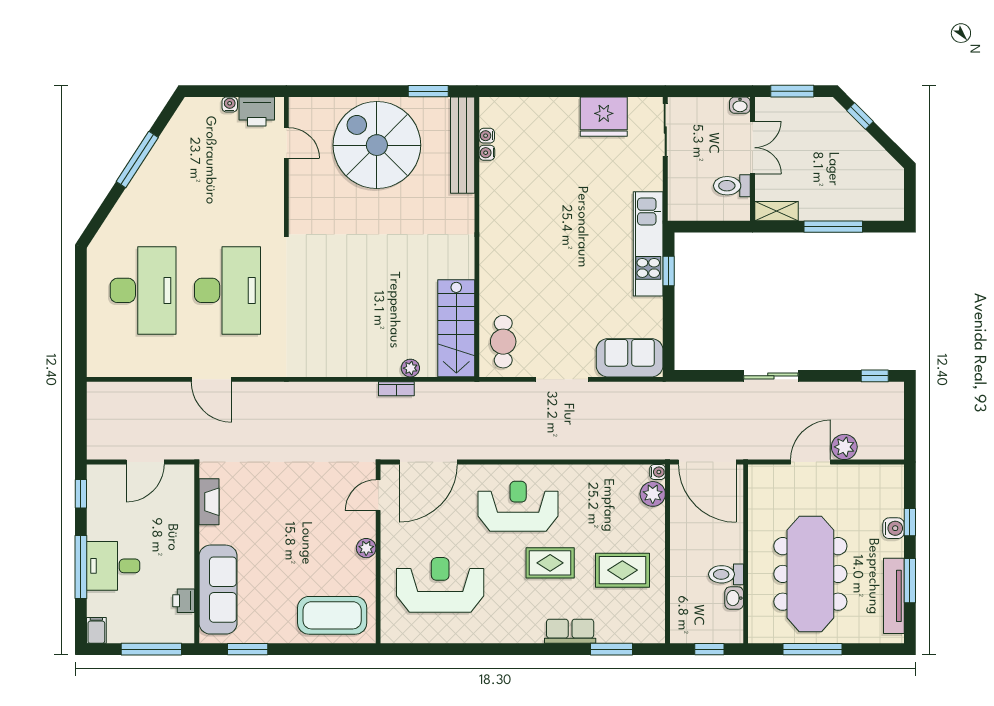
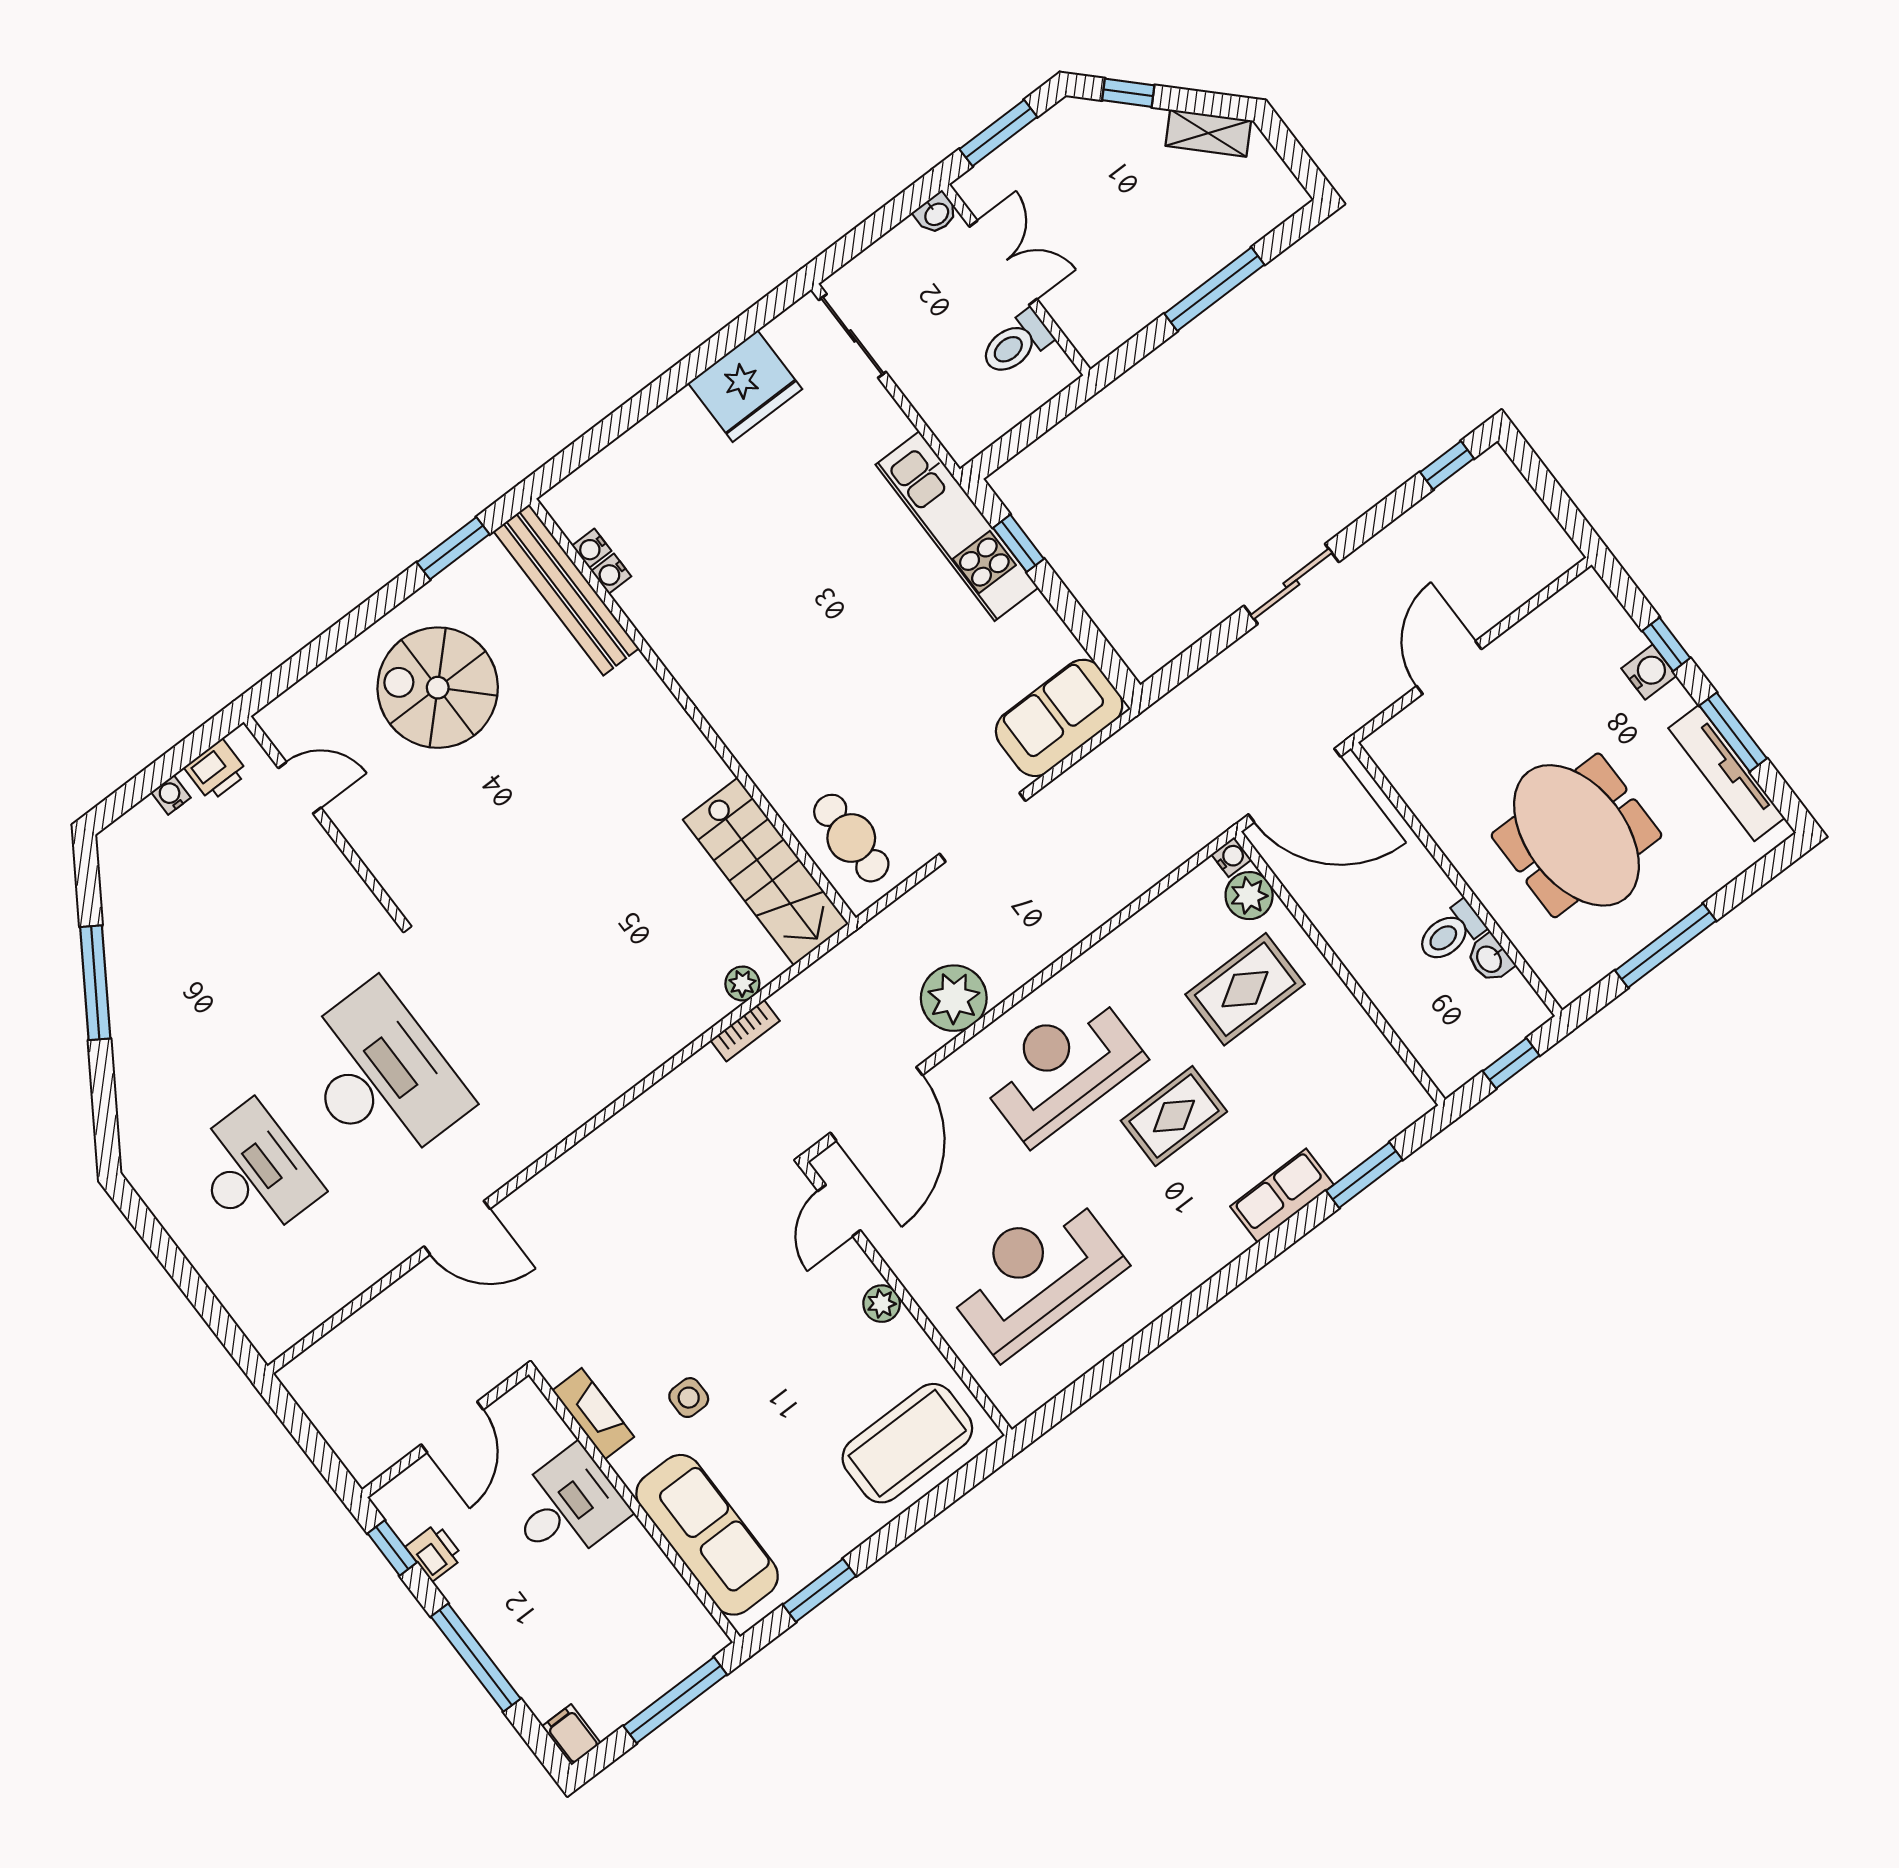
printer: (257, 111) -> (216, 770), width x0.73, depth x0.81
spiral stairs: (377, 145) -> (438, 688), width x0.73, depth x0.73
shelving: (777, 211) -> (1208, 133), moved, turned 45
desk: (143, 290) -> (253, 1172), width x0.73, depth x0.77
plant: (844, 447) -> (954, 998), moved, width x1.36, depth x1.36
side table: (254, 526) -> (689, 1398), added
desk: (113, 566) -> (567, 1507), moved, turned 180
rug: (622, 570) -> (1245, 989), moved
meeting table: (810, 574) -> (1576, 835), width x0.73
printer: (184, 601) -> (434, 1552), moved, turned 180

